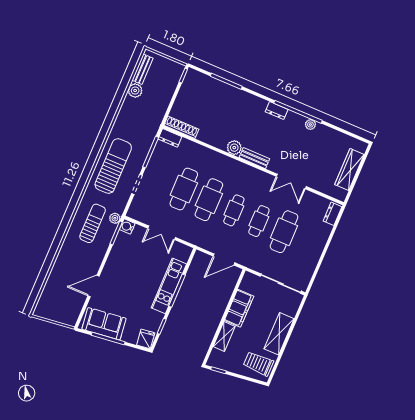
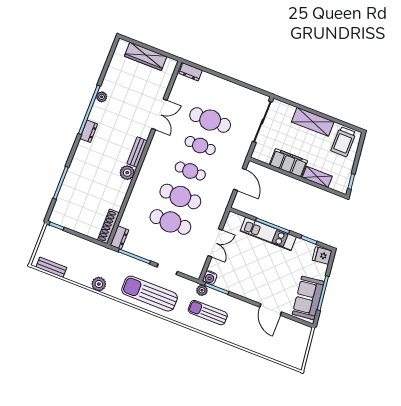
plant: (135, 90) -> (99, 284), moved

